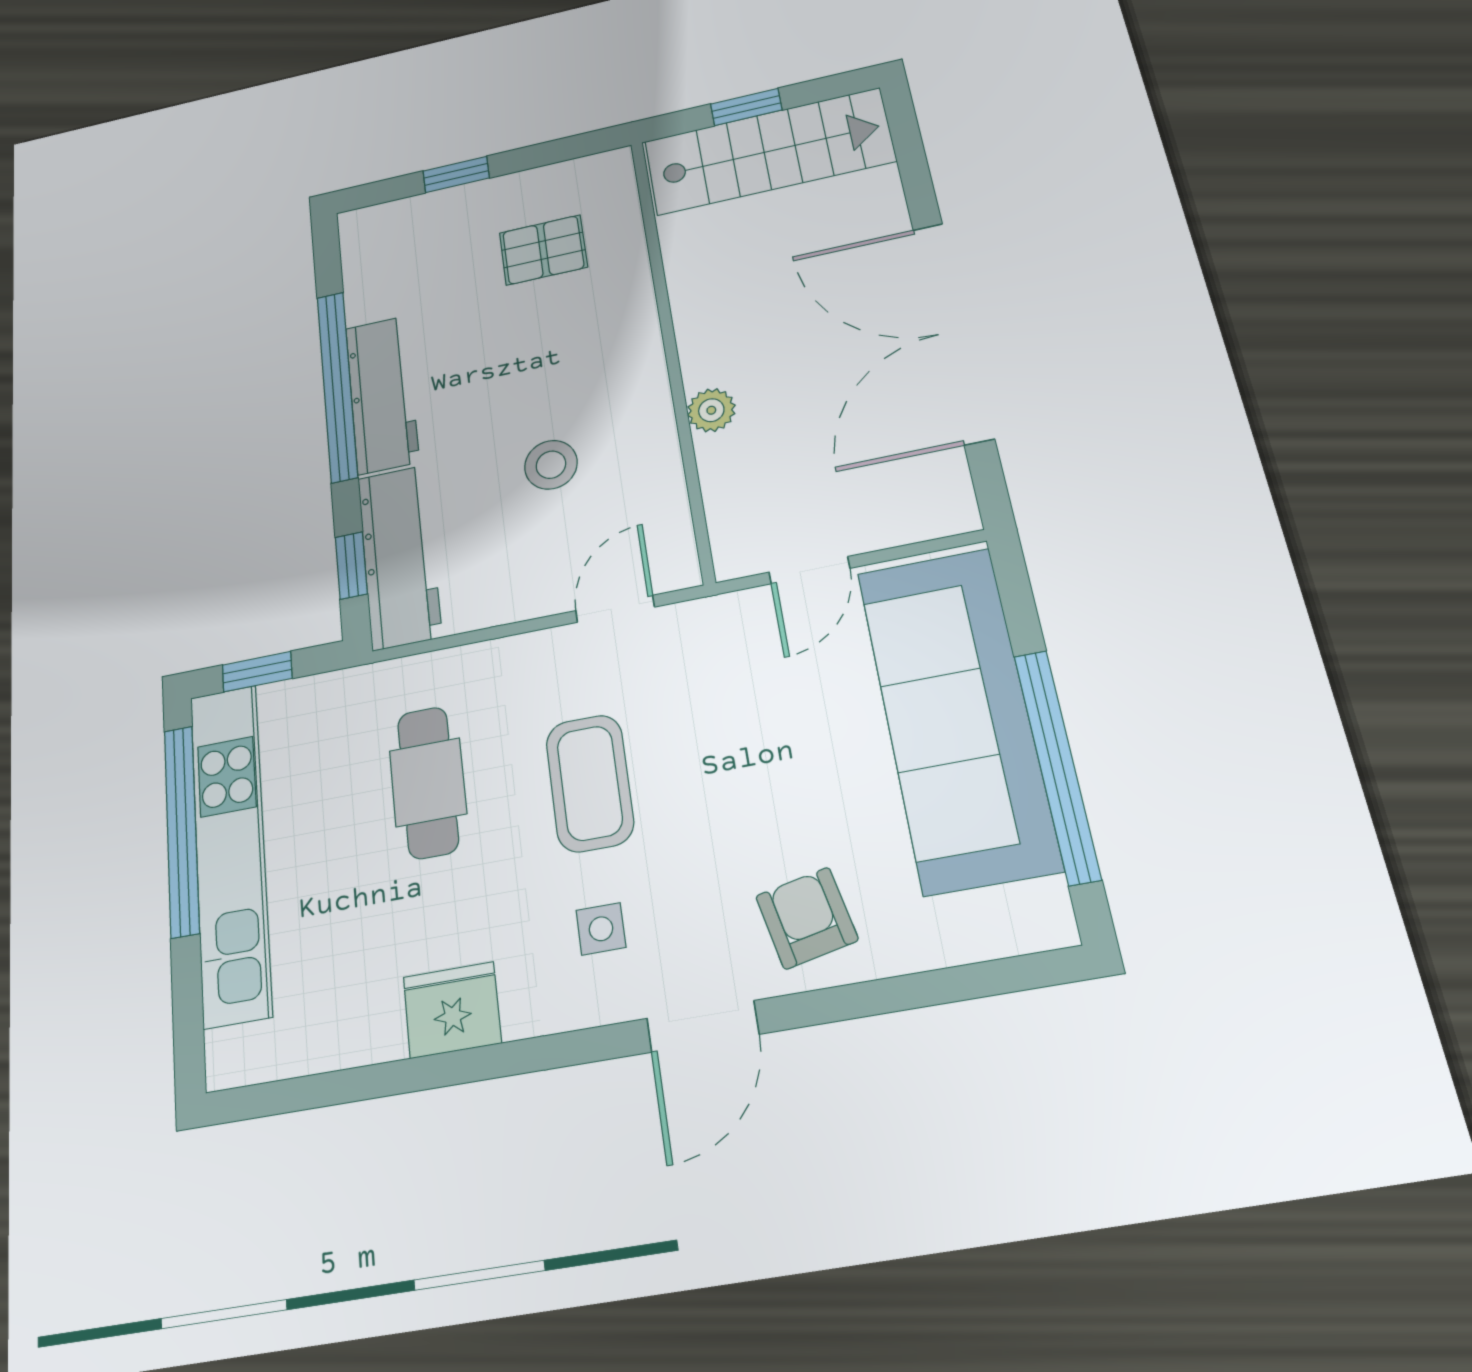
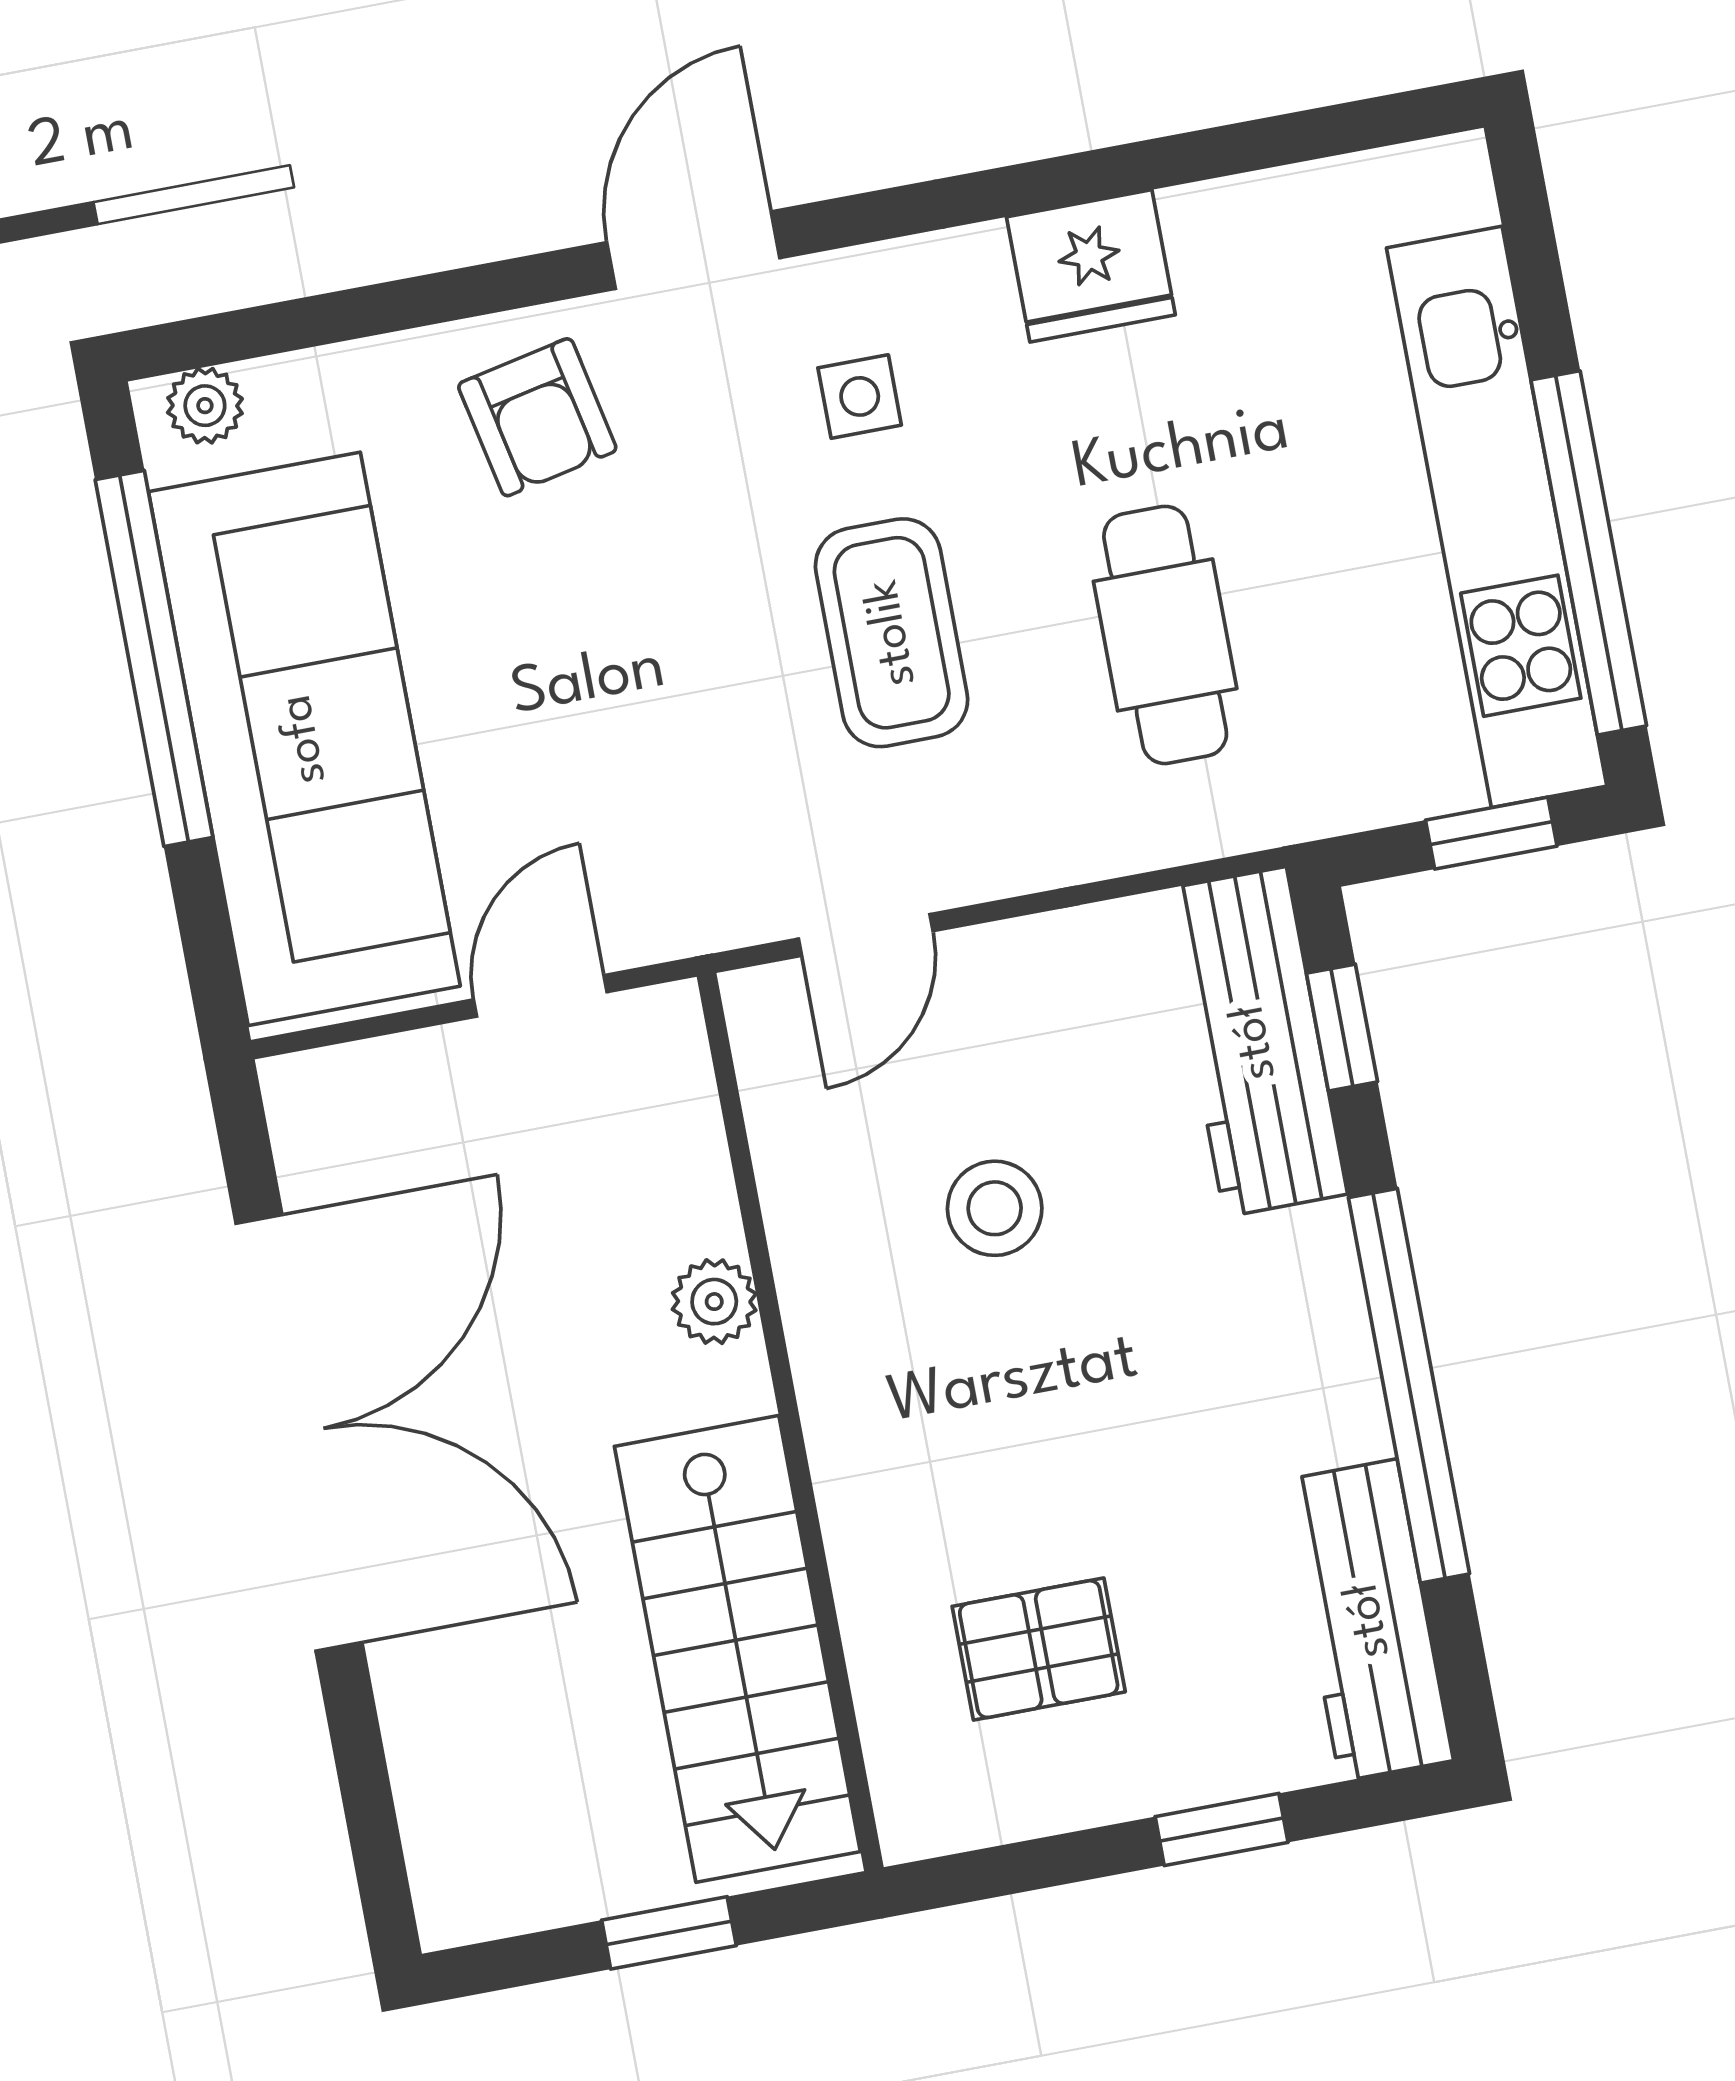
stairs: (769, 151) -> (737, 1649), moved, turned -90
workbench: (382, 394) -> (1369, 1620), moved
plant: (1029, 928) -> (205, 406), added

